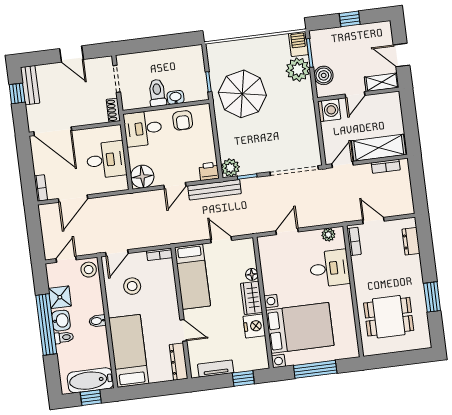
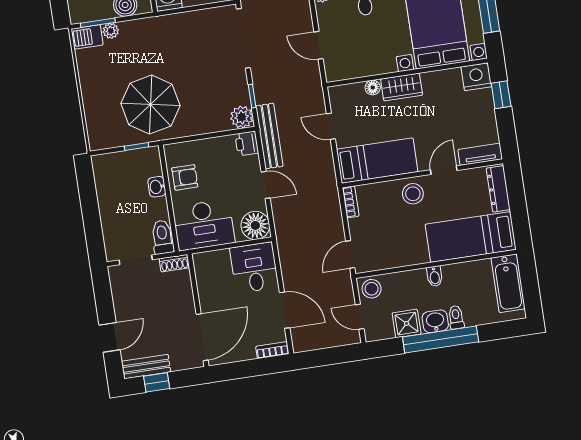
door: (71, 54) -> (110, 337), moved
plant: (298, 70) -> (111, 31), width x0.53, depth x0.53
toilet: (157, 93) -> (162, 237), moved, turned 90
desk: (143, 129) -> (204, 225), width x1.37
desk: (106, 160) -> (254, 268), moved
door: (221, 240) -> (331, 126), hinge flipped
door: (117, 253) -> (350, 254), swing flipped
stool: (132, 286) -> (413, 194), moved
nightstand: (254, 326) -> (476, 77), moved
dresser: (179, 362) -> (498, 189), moved, turned 90
tv unit: (216, 369) -> (480, 154), moved, turned 90
window: (91, 398) -> (529, 282), removed

